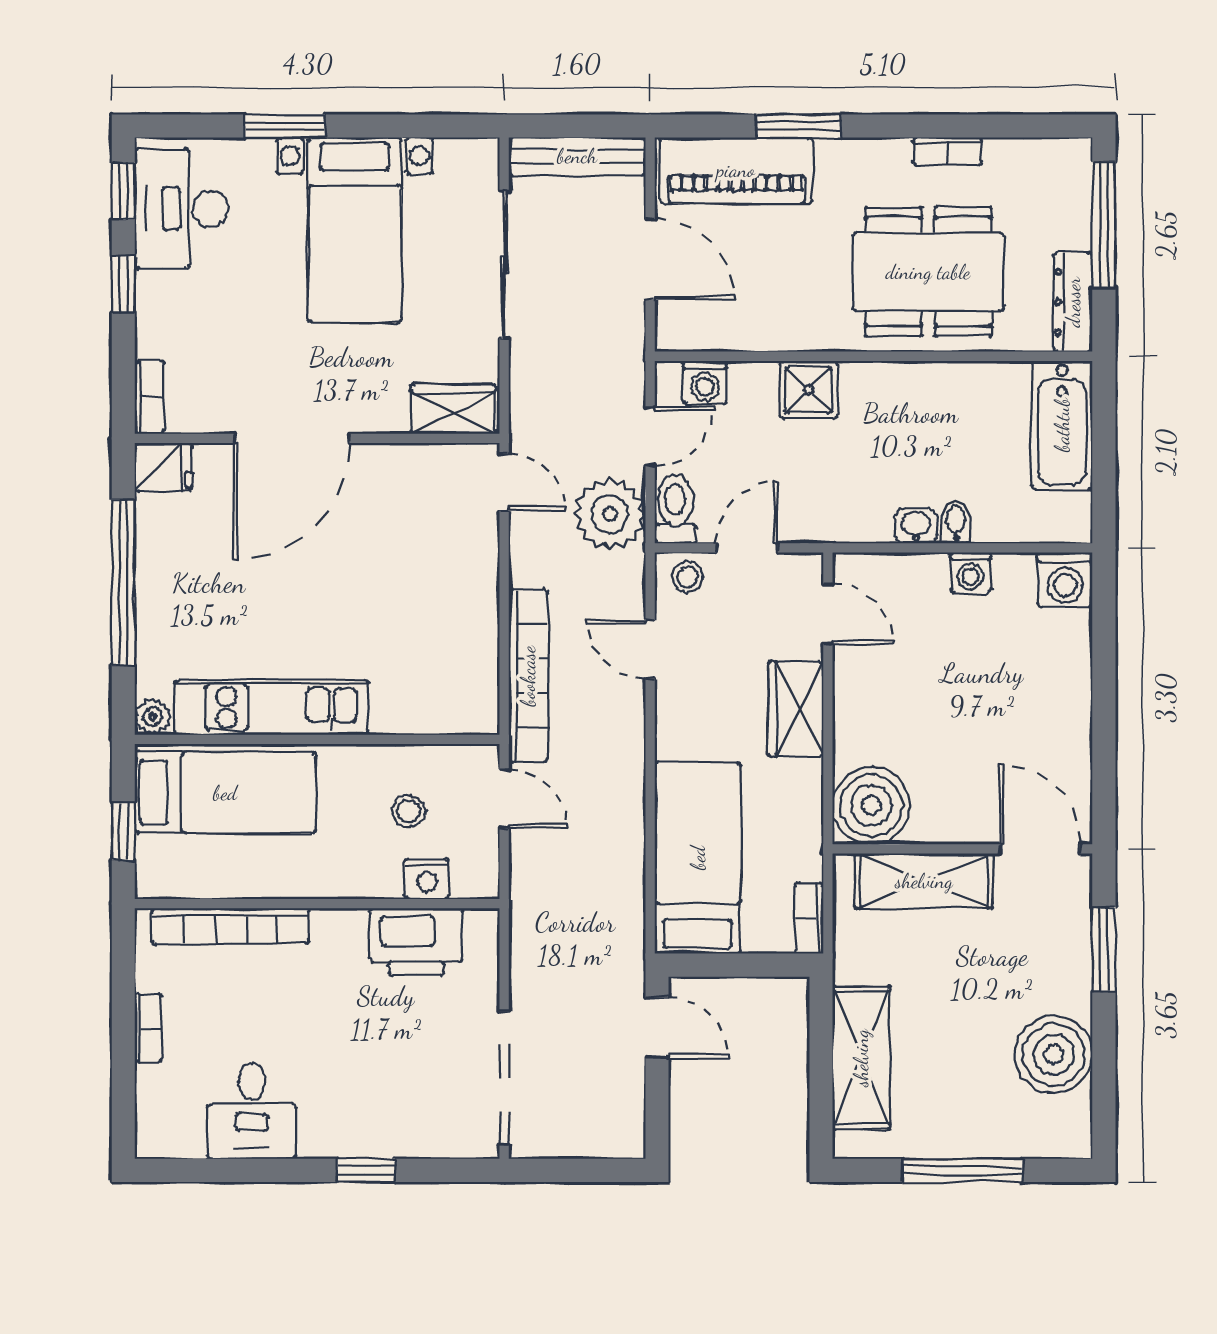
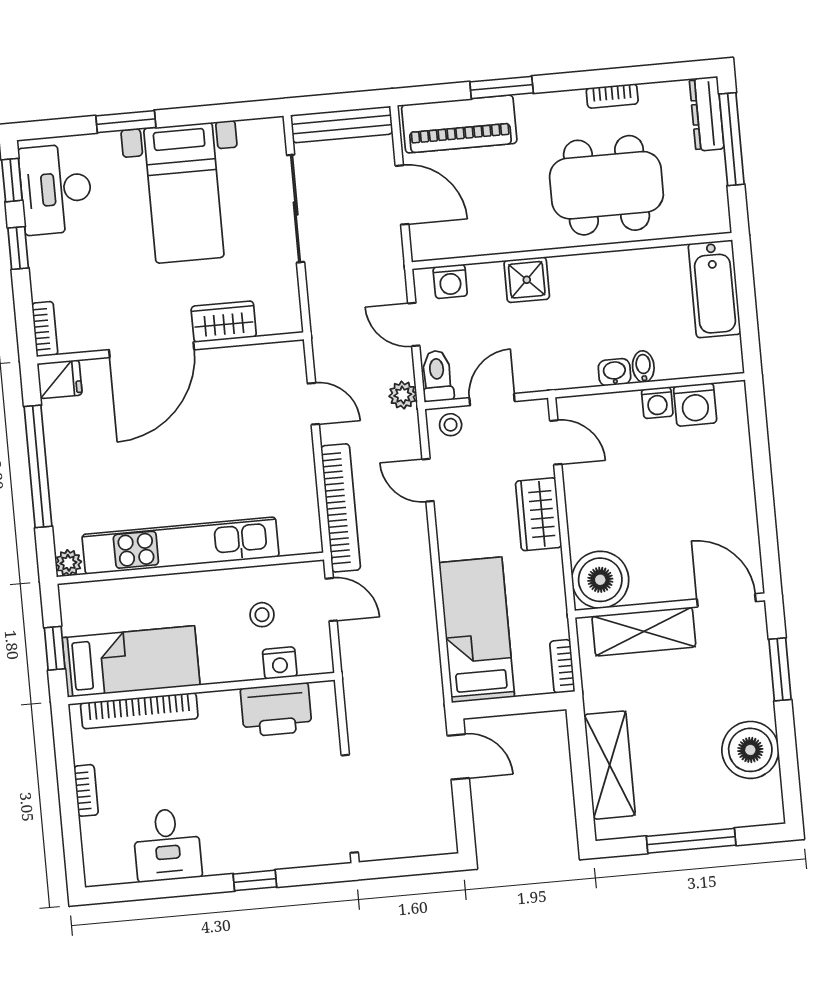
dresser: (1073, 302) -> (707, 114), moved
wardrobe: (453, 409) -> (224, 322), moved
door: (650, 436) -> (414, 324), swing flipped
door: (504, 482) -> (313, 404), moved
plant: (610, 514) -> (403, 395), width x0.53, depth x0.53
washing machine: (1065, 580) -> (695, 405), moved
kitchen unit: (271, 707) -> (181, 546), width x1.36
bed: (225, 793) -> (131, 661), moved

